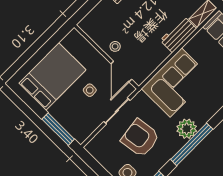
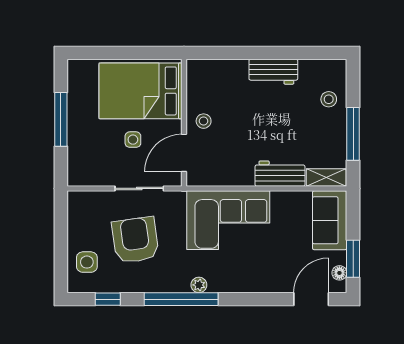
bed: (52, 77) -> (141, 91), moved, turned 180
window: (58, 129) -> (61, 119), moved
plant: (187, 129) -> (199, 285), width x0.53, depth x0.53

